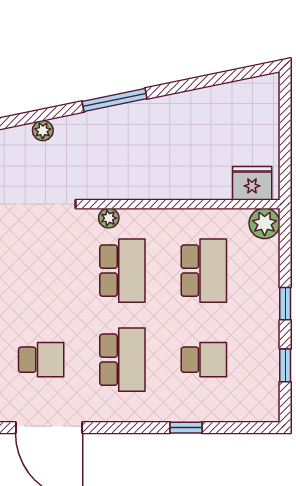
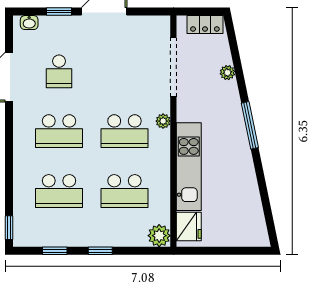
kitchen unit: (171, 183) -> (189, 167), added
school desk: (204, 360) -> (59, 191), width x1.85
window: (186, 428) -> (9, 228), moved

